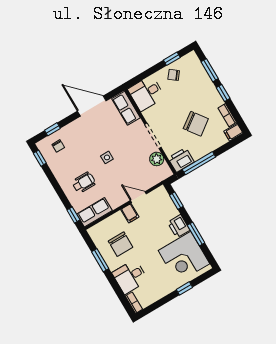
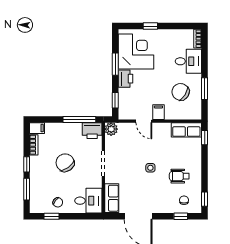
chair: (196, 124) -> (65, 163), moved
plant: (157, 159) -> (111, 129), moved
wheelchair: (84, 183) -> (179, 176), moved
chair: (120, 244) -> (181, 92), turned -58

